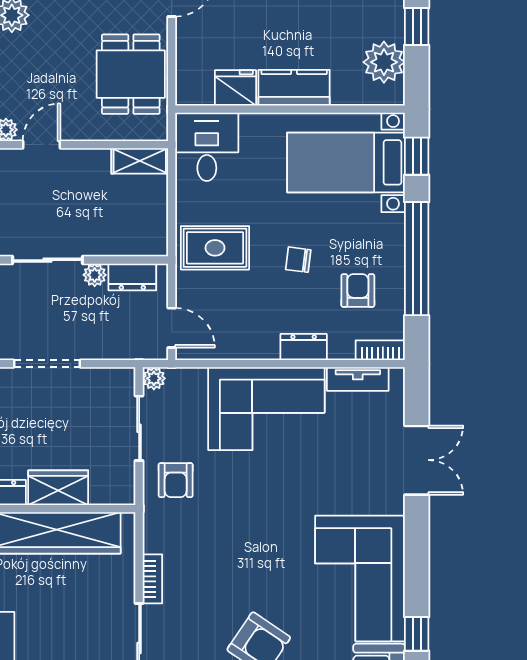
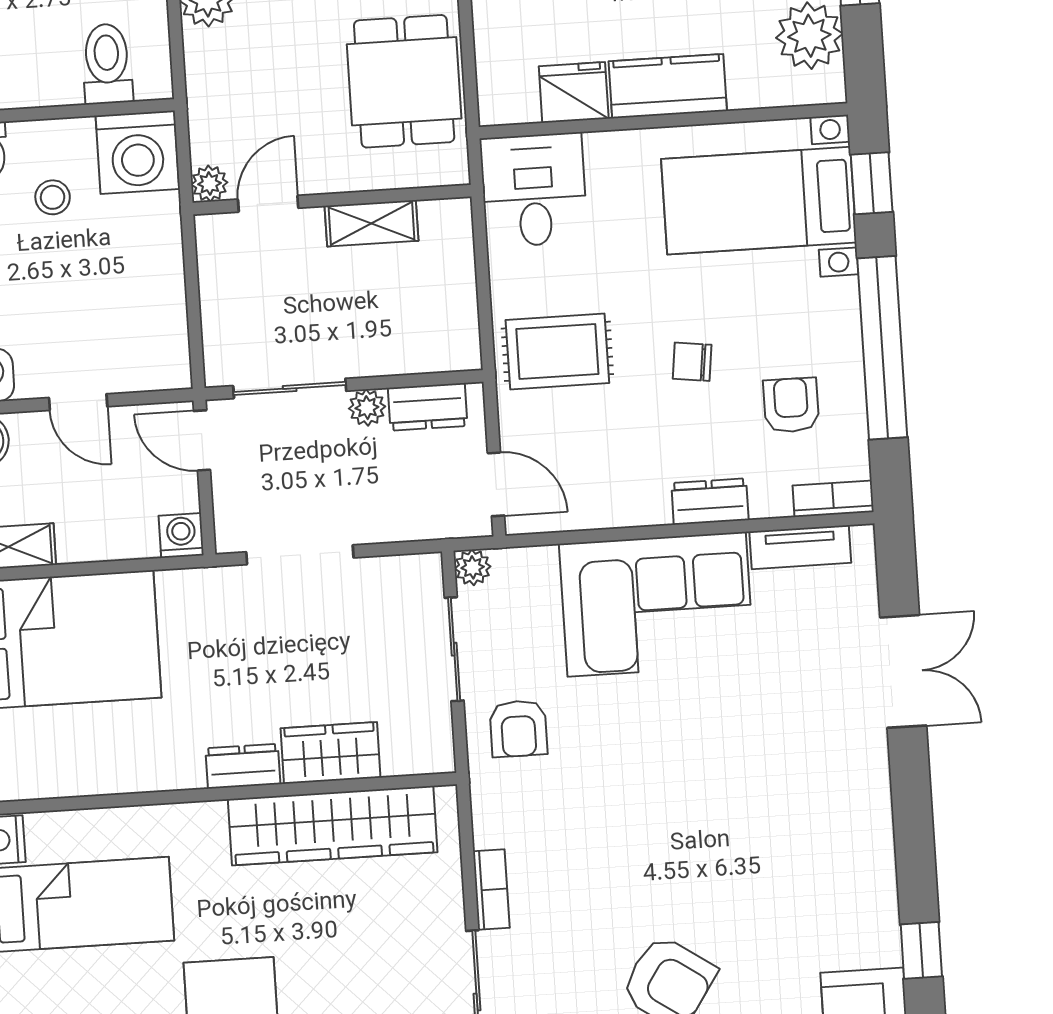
shelving: (140, 161) -> (372, 223), moved
corner sofa: (360, 579) -> (824, 867), removed

